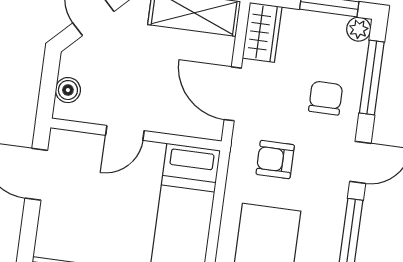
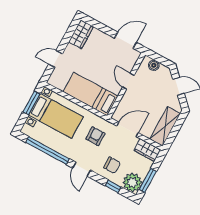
plant: (359, 29) -> (132, 182), width x1.88, depth x1.88
window: (372, 78) -> (113, 186), width x0.46

